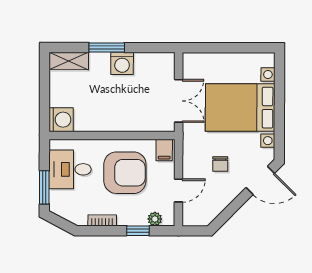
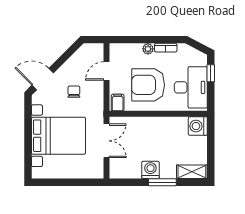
double door: (179, 101) -> (106, 141), swing flipped
desk: (70, 169) -> (191, 87), width x1.37
window: (44, 187) -> (211, 73), width x0.67
plant: (155, 219) -> (148, 49), moved
window: (138, 231) -> (138, 40), removed

